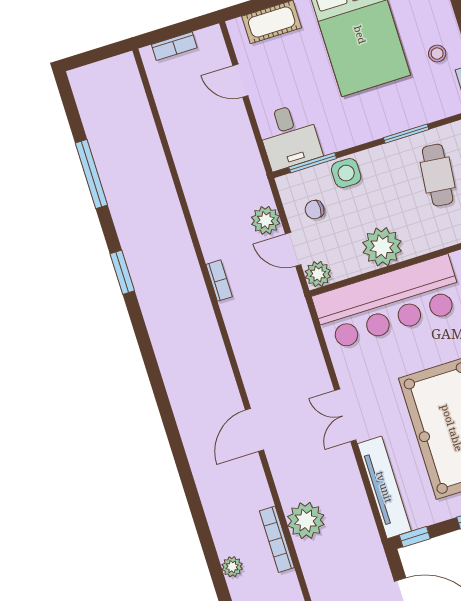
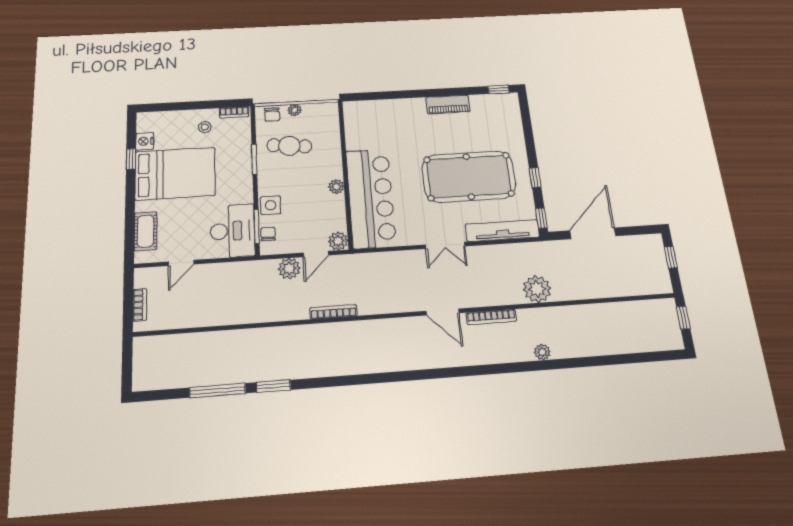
desk: (289, 137) -> (233, 231), width x1.37
chair: (315, 210) -> (268, 234), moved, turned 180
plant: (382, 247) -> (336, 187), width x0.53, depth x0.53
window: (122, 272) -> (273, 386), moved
bookcase: (219, 281) -> (333, 312), width x1.56
plant: (306, 521) -> (537, 289), moved
bookcase: (277, 539) -> (491, 317), moved

